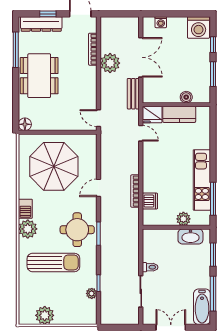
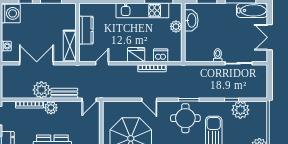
plant: (89, 74) -> (51, 108), added
bench: (133, 94) -> (64, 93), moved
shelving: (161, 96) -> (70, 46), added
boiler: (186, 97) -> (71, 24), removed
fridge: (152, 115) -> (136, 55), moved, turned -90
plant: (92, 293) -> (240, 110), width x1.88, depth x1.88

